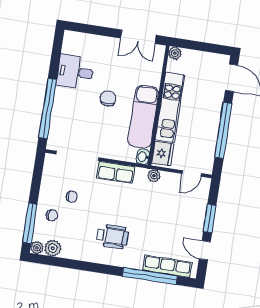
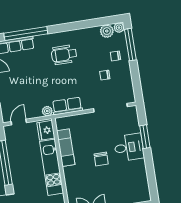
desk: (75, 72) -> (129, 147), moved
window: (48, 108) -> (145, 137), width x0.47
exam couch: (143, 117) -> (66, 148), width x0.73, depth x0.69
washbasin: (143, 157) -> (60, 123), removed
row of seats: (116, 172) -> (67, 106), moved

